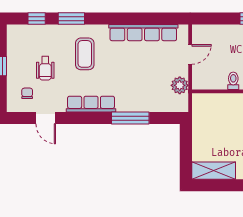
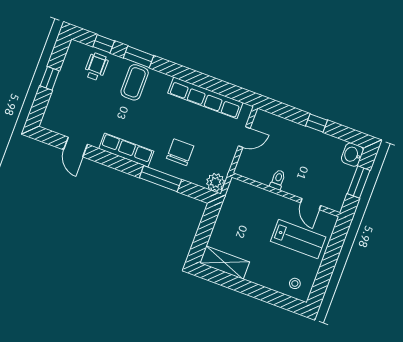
coffee table: (85, 54) -> (135, 82), moved
wheelchair: (45, 68) -> (96, 67), moved, turned 180
plant: (180, 85) -> (215, 182), moved
chair: (27, 93) -> (180, 152), moved, width x1.87, depth x1.87

